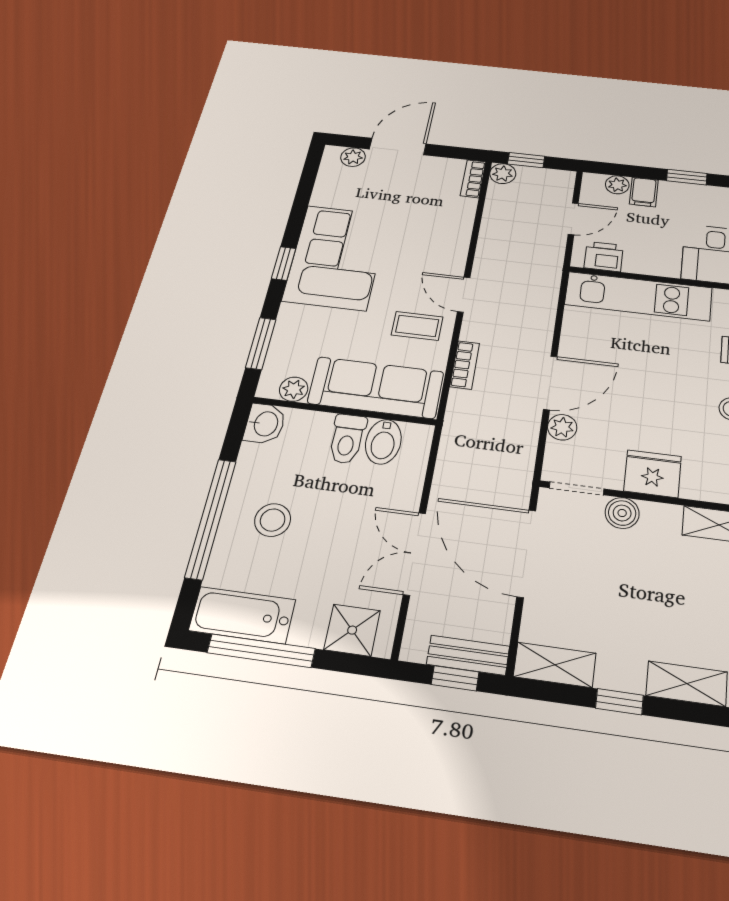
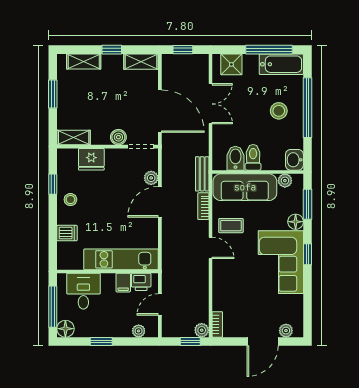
filing cabinet: (644, 192) -> (123, 283), moved, turned 180
floor lamp: (292, 318) -> (296, 222), added
fridge: (653, 474) -> (91, 159), moved
bench: (468, 655) -> (202, 174), moved, turned 90

